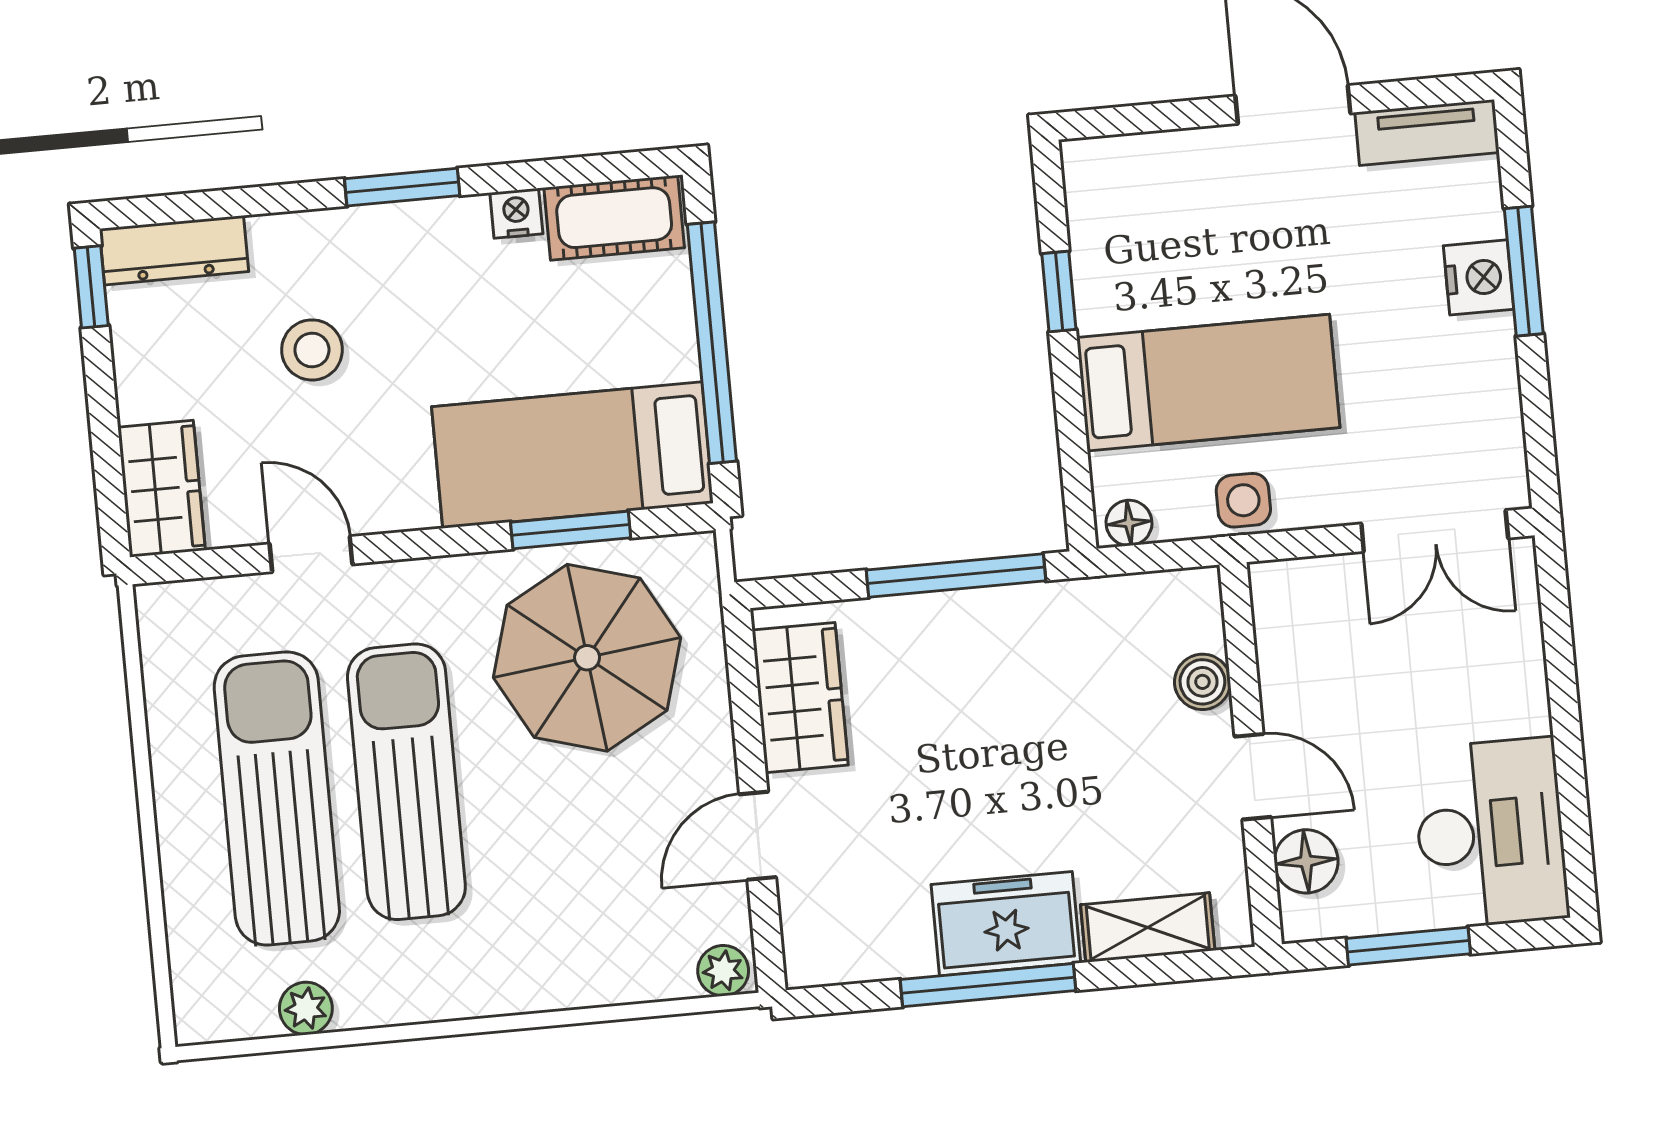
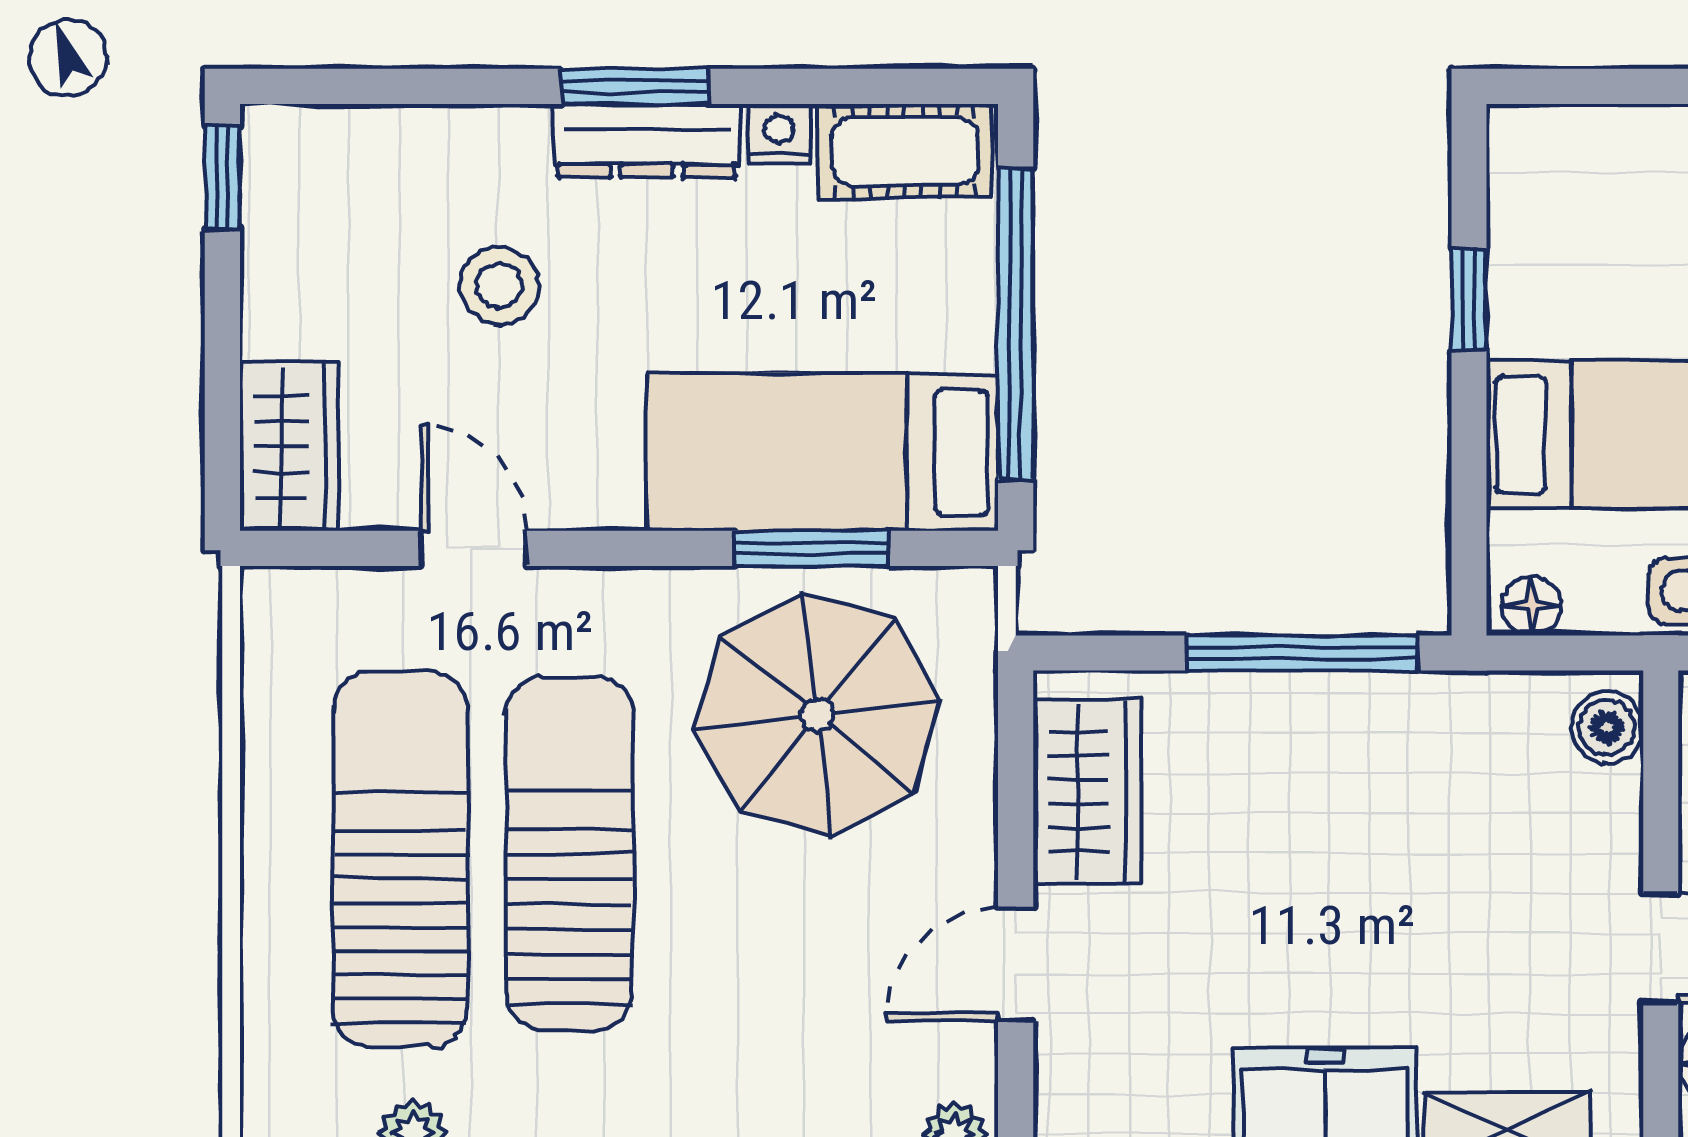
dresser: (174, 250) -> (647, 140), moved
boiler: (1202, 682) -> (1607, 727), moved

